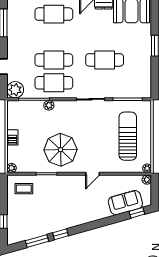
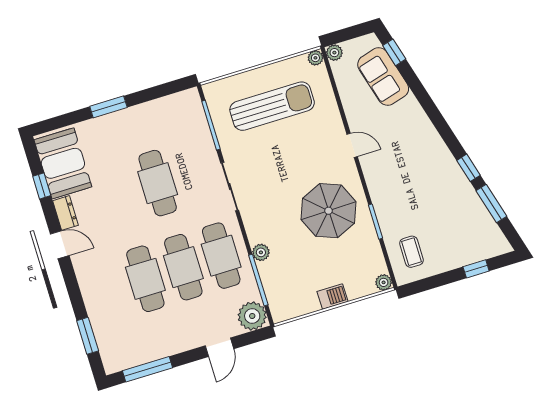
cafe table: (54, 14) -> (145, 279), moved
sun lounger: (128, 136) -> (272, 106), turned 180

